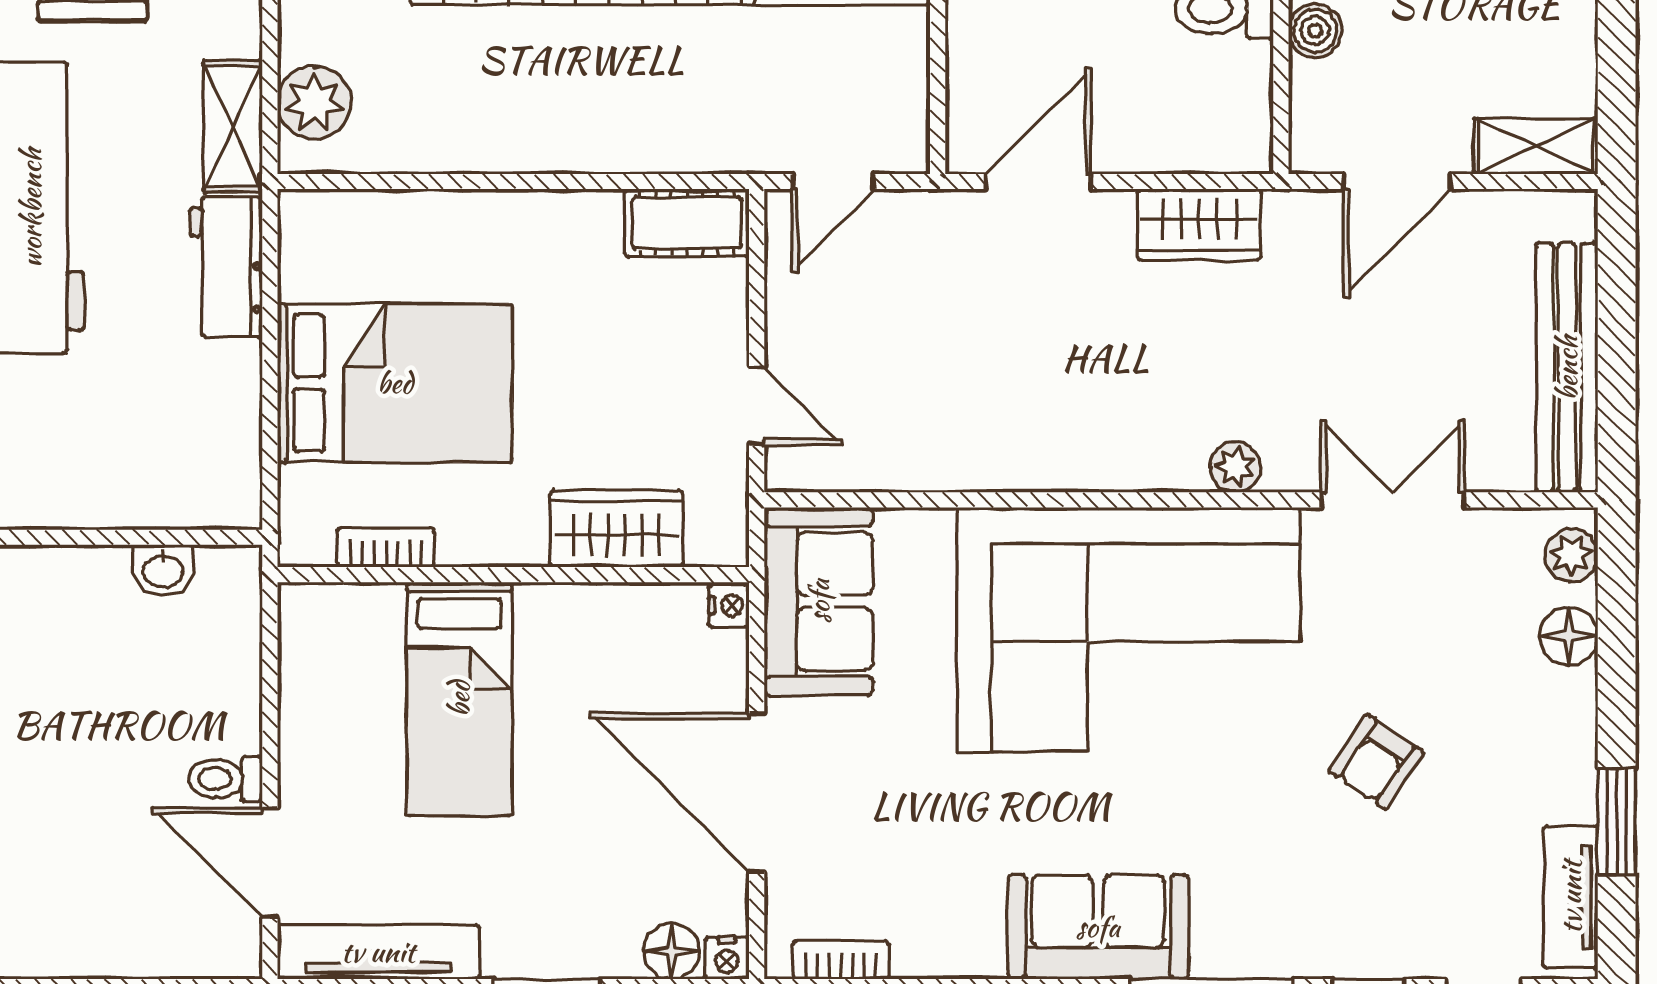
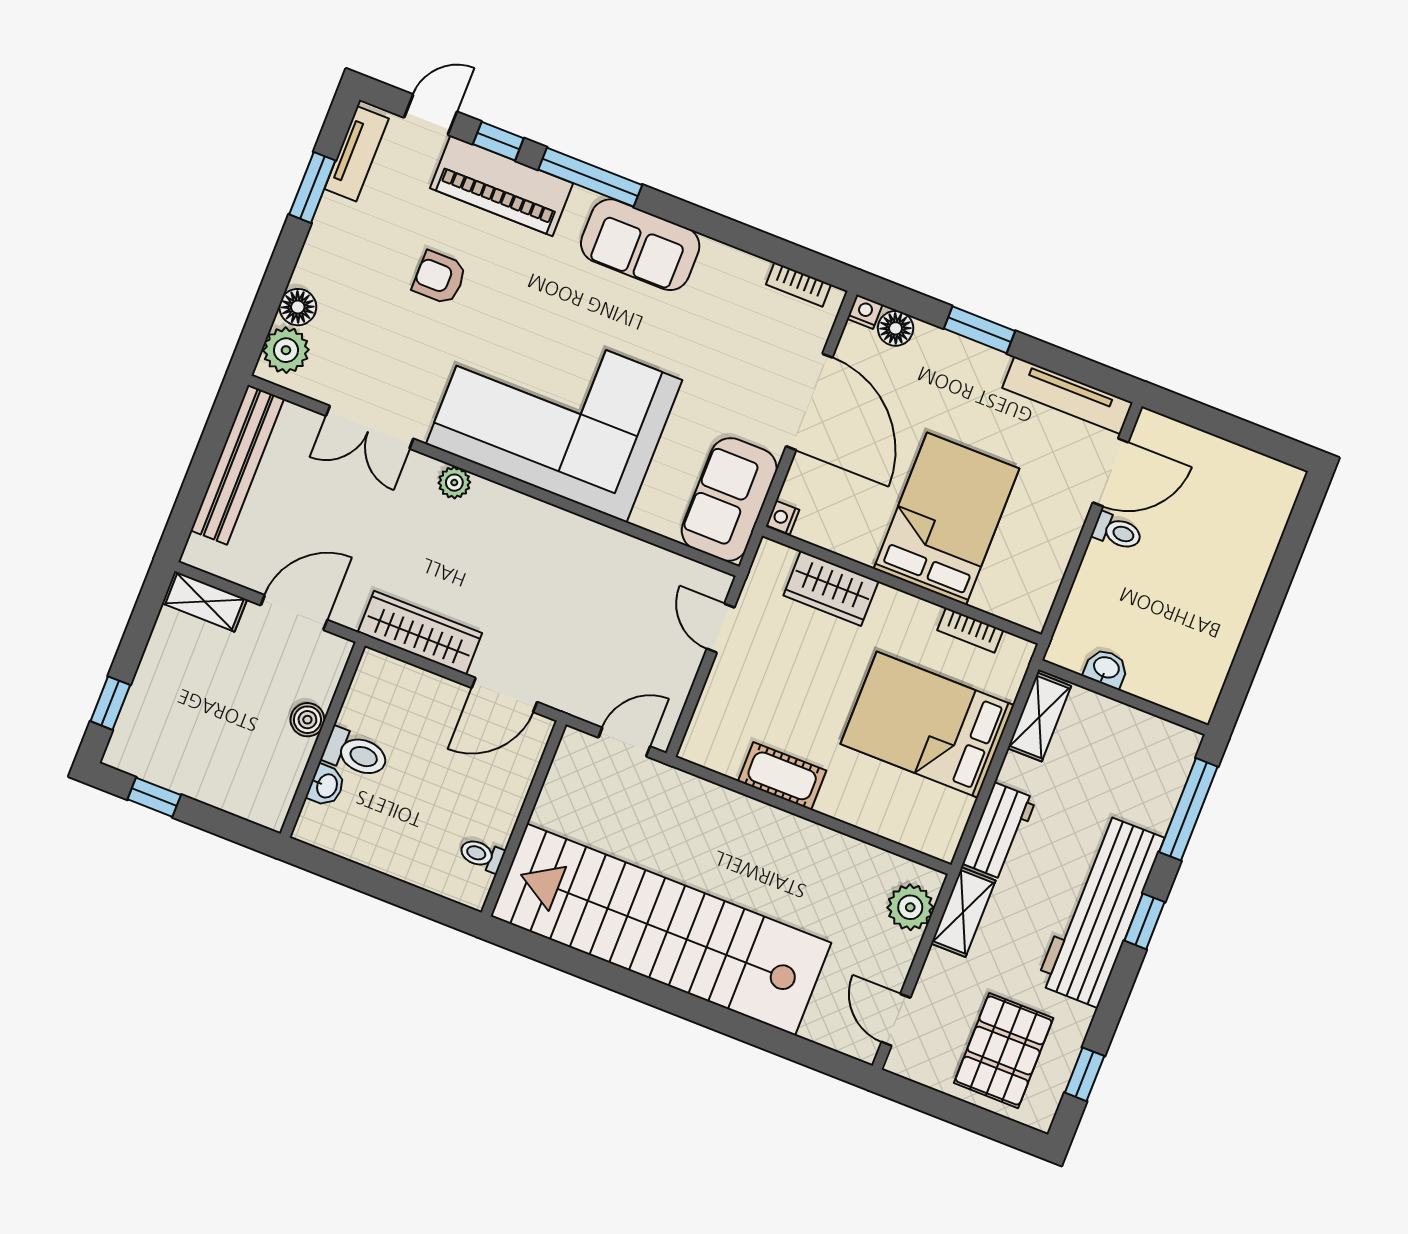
cot: (687, 223) -> (782, 776), moved
wardrobe: (1199, 225) -> (420, 633), width x1.50
shelving: (233, 459) -> (1039, 717), added
plant: (1571, 555) -> (286, 350), width x1.38, depth x1.38
bed: (459, 699) -> (946, 519), width x1.50
armchair: (1376, 762) -> (440, 278), turned -124
door: (270, 863) -> (1111, 472), hinge flipped
piano: (1338, 934) -> (502, 186), added

